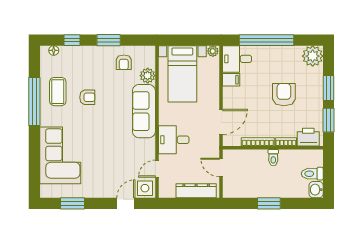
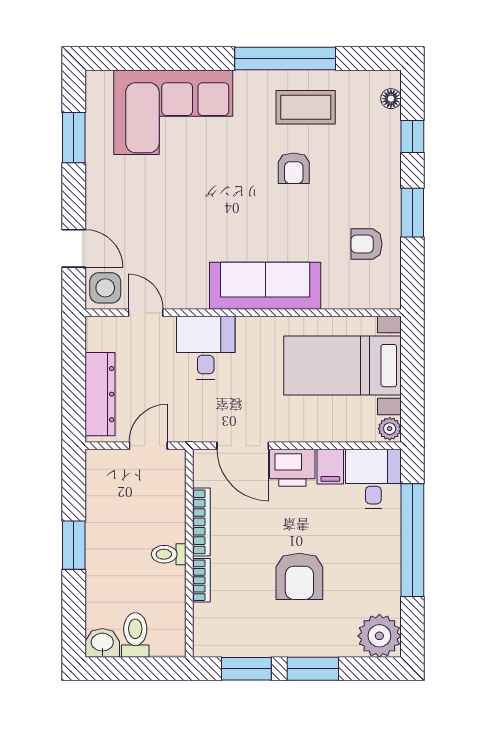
plant: (148, 76) -> (339, 293), removed
armchair: (284, 95) -> (299, 576), turned 90
printer: (308, 137) -> (292, 468), moved, turned 90

